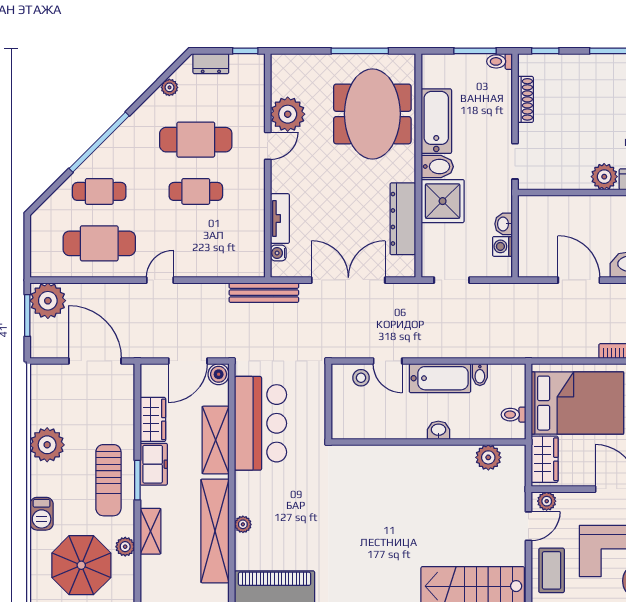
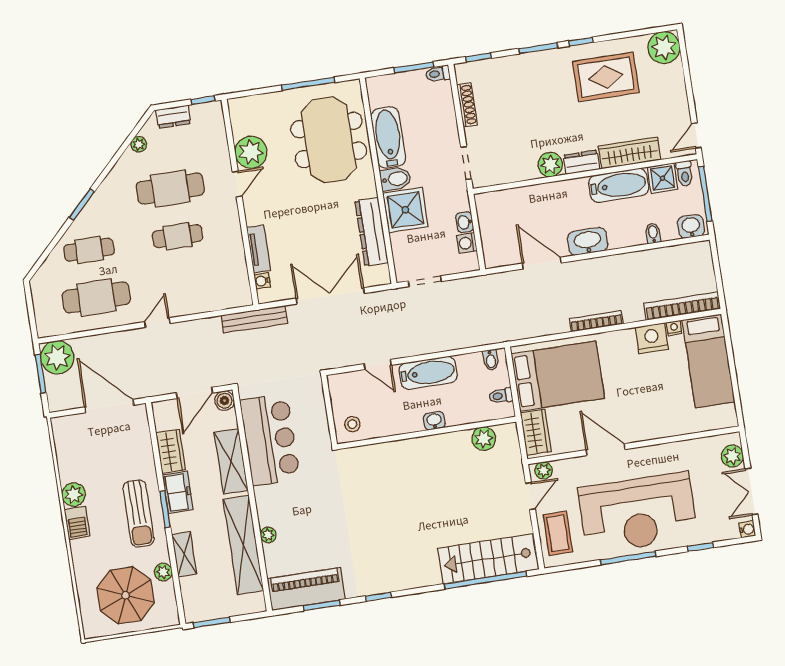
window: (99, 142) -> (82, 205), width x0.47
bidet: (480, 375) -> (491, 360), moved
stool: (361, 378) -> (352, 424), moved
plant: (47, 445) -> (74, 495), width x0.73, depth x0.73
barbecue: (42, 514) -> (77, 523), moved

